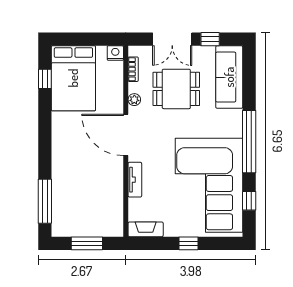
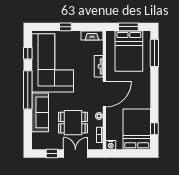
sofa: (229, 77) -> (40, 112), moved
door: (126, 135) -> (104, 94), hinge flipped
bed: (86, 204) -> (129, 51), added

